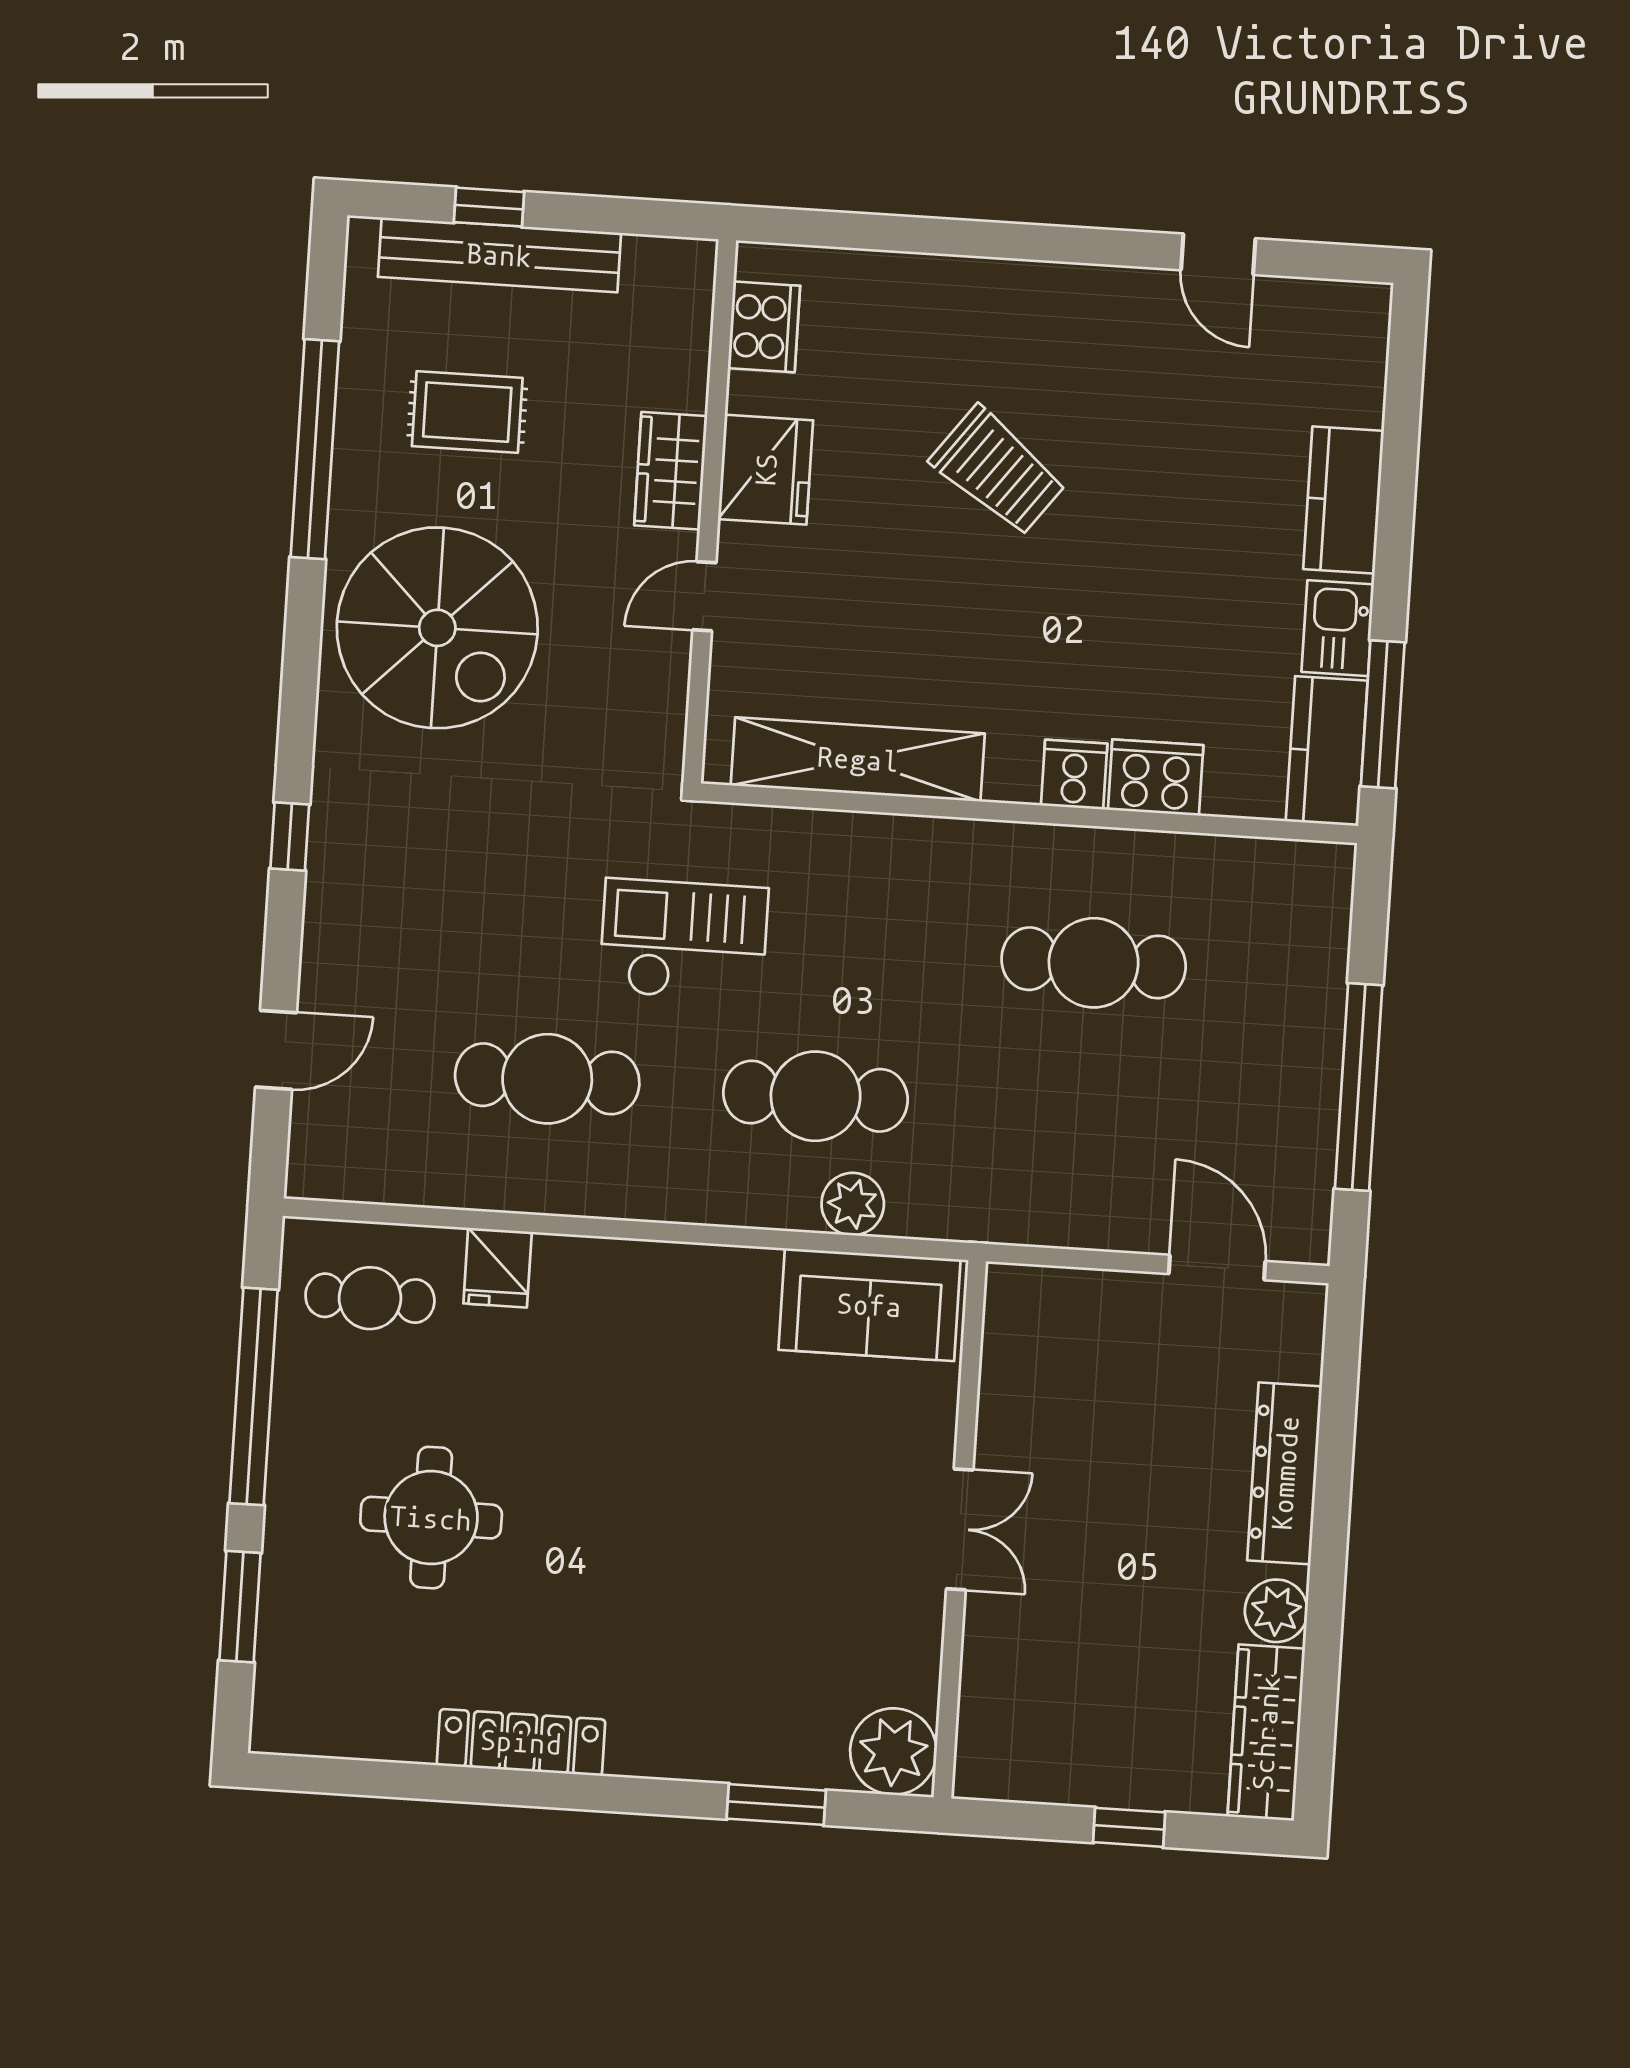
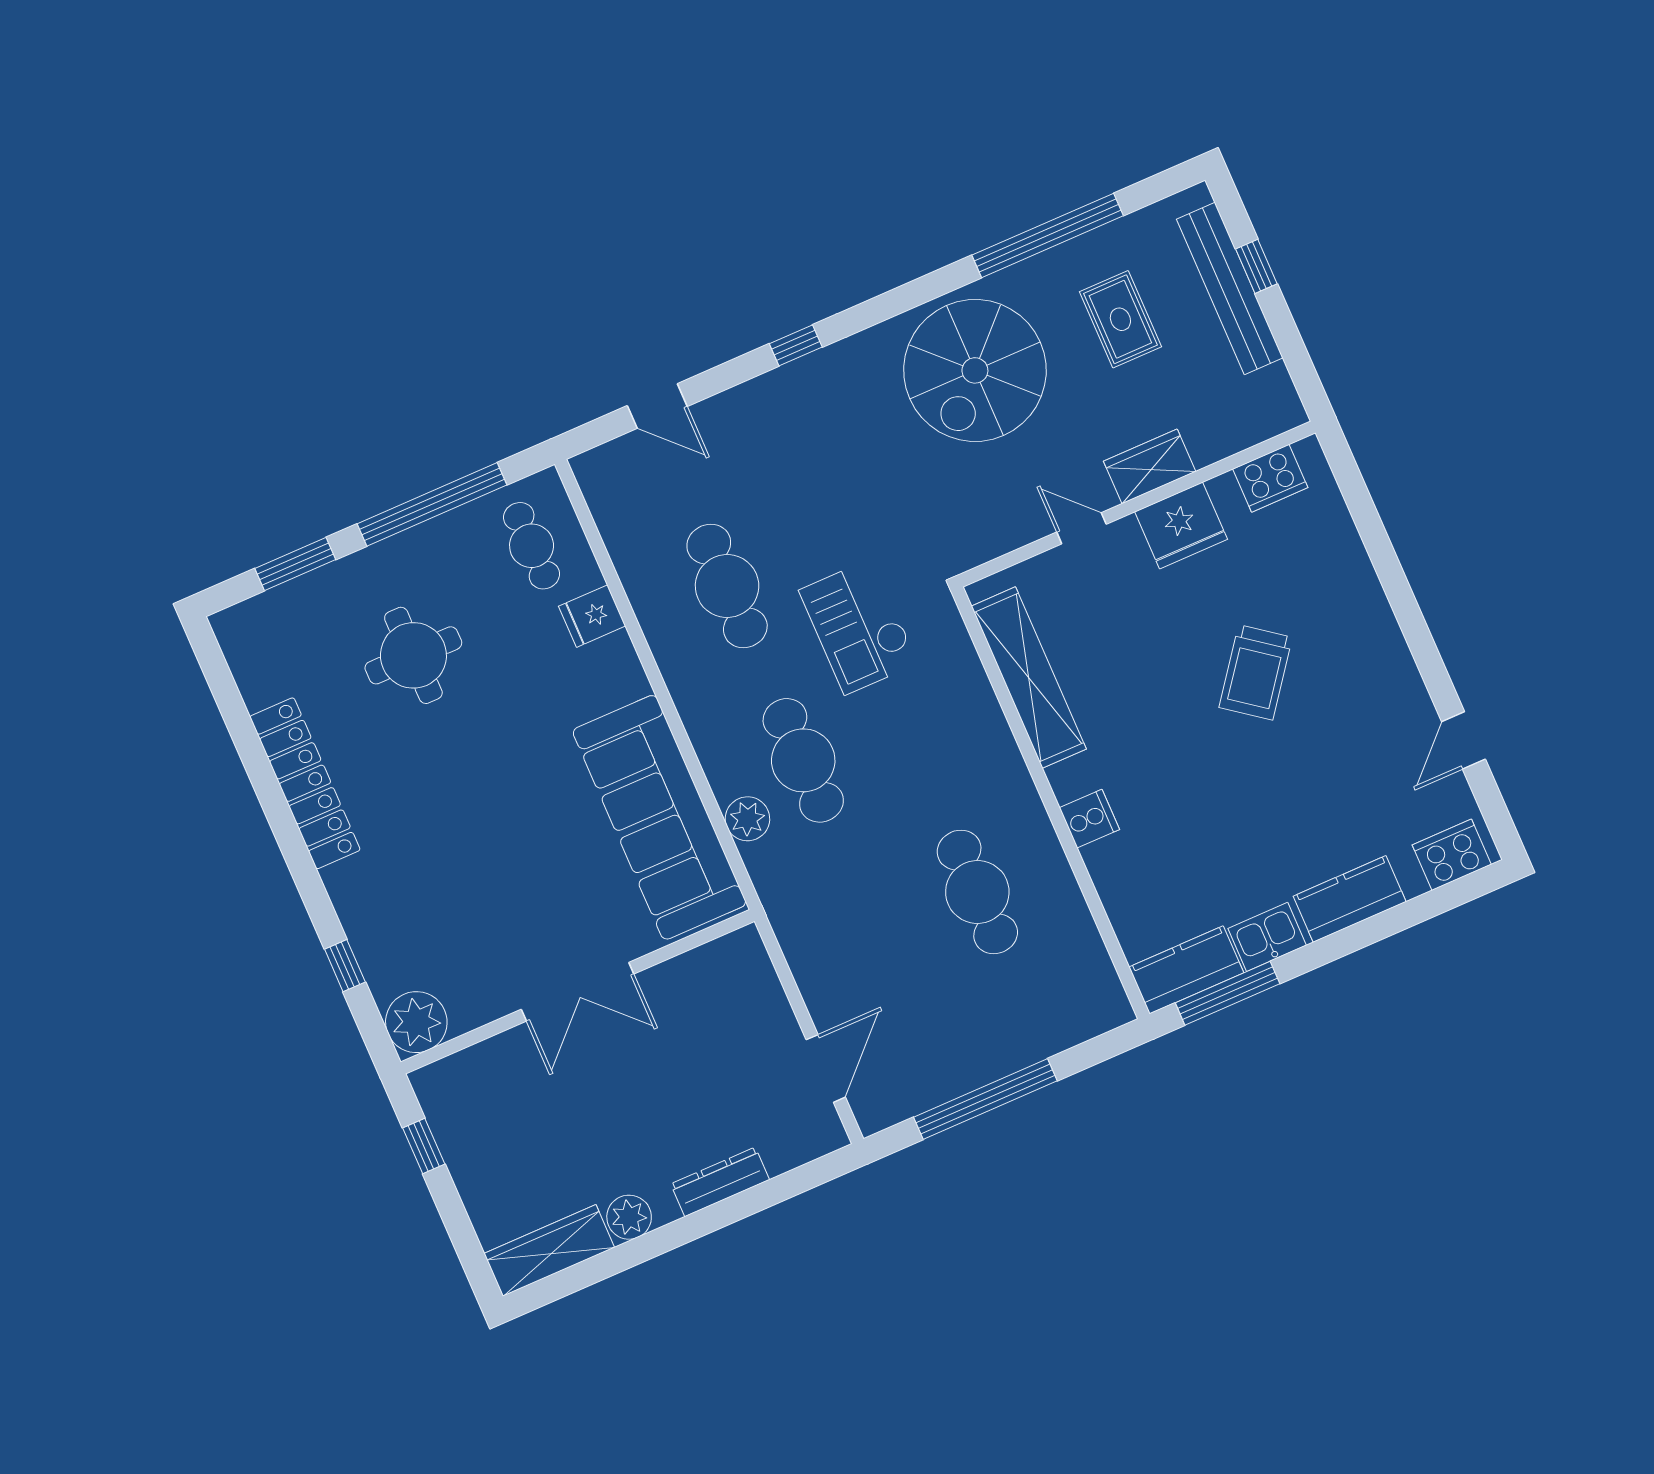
cooker: (1156, 777) -> (1452, 855), moved, turned -90
checkout: (684, 940) -> (859, 627), turned 180
sofa: (869, 1305) -> (659, 817), width x1.85, depth x1.27
dresser: (1285, 1473) -> (720, 1182), width x0.73, depth x0.80
double door: (960, 1529) -> (578, 992), width x1.37
locker: (521, 1742) -> (305, 783), width x1.41, depth x1.21
window: (776, 1805) -> (345, 966), width x0.67
window: (1129, 1827) -> (424, 1146), moved

